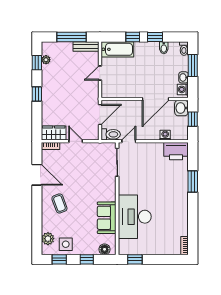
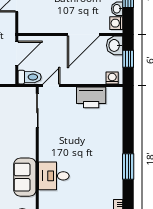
washing machine: (165, 135) -> (112, 78), moved
printer: (176, 151) -> (91, 97), moved
window: (193, 181) -> (128, 167), moved
desk: (135, 217) -> (54, 176), width x0.53, depth x0.77

